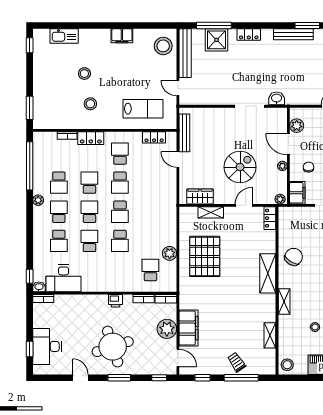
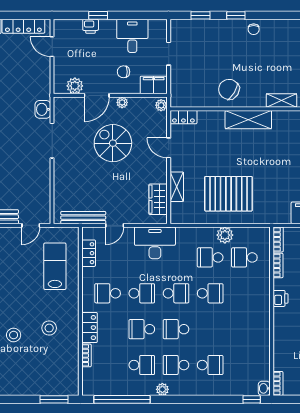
spiral stairs: (240, 167) -> (113, 143), moved
school desk: (89, 241) -> (210, 257), moved
desk: (64, 278) -> (155, 243), moved, turned -90

